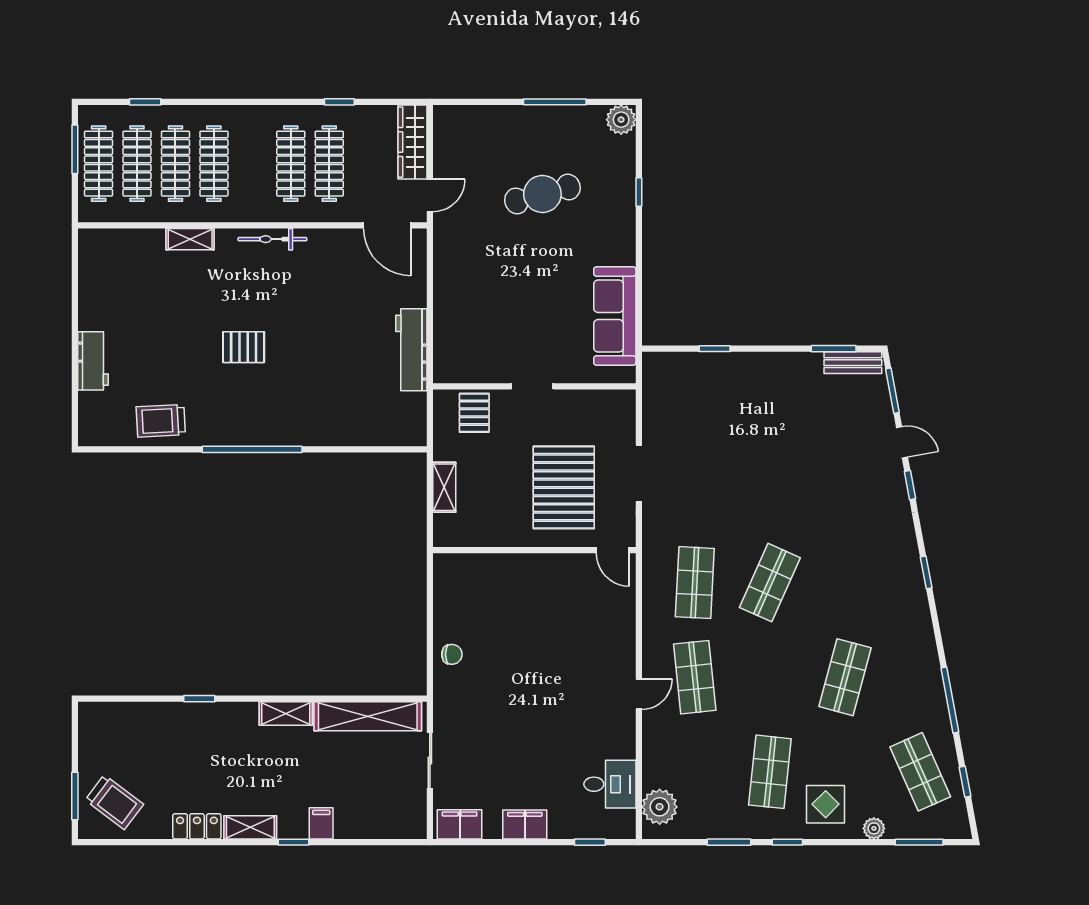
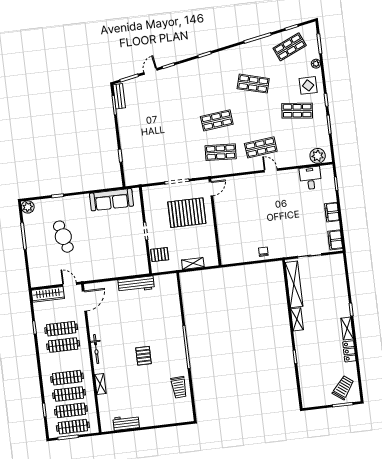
workbench: (93, 361) -> (126, 423), moved
shop shelf: (770, 583) -> (217, 120), turned -30
filing cabinet: (321, 823) -> (342, 299), removed

